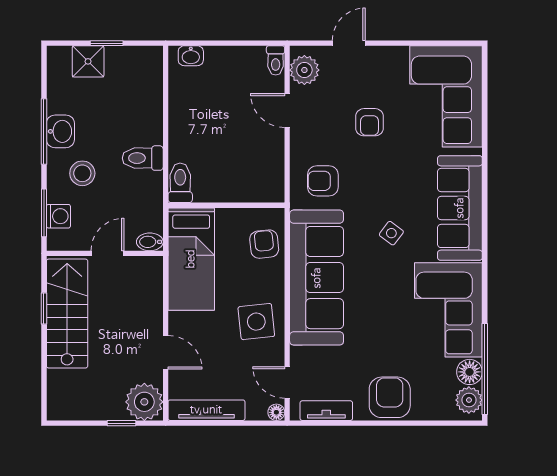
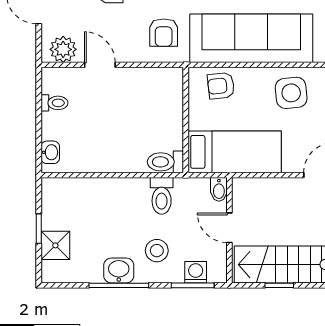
toilet: (276, 60) -> (54, 103), moved
door: (287, 111) -> (100, 65), swing flipped
toilet: (143, 158) -> (162, 196), moved

